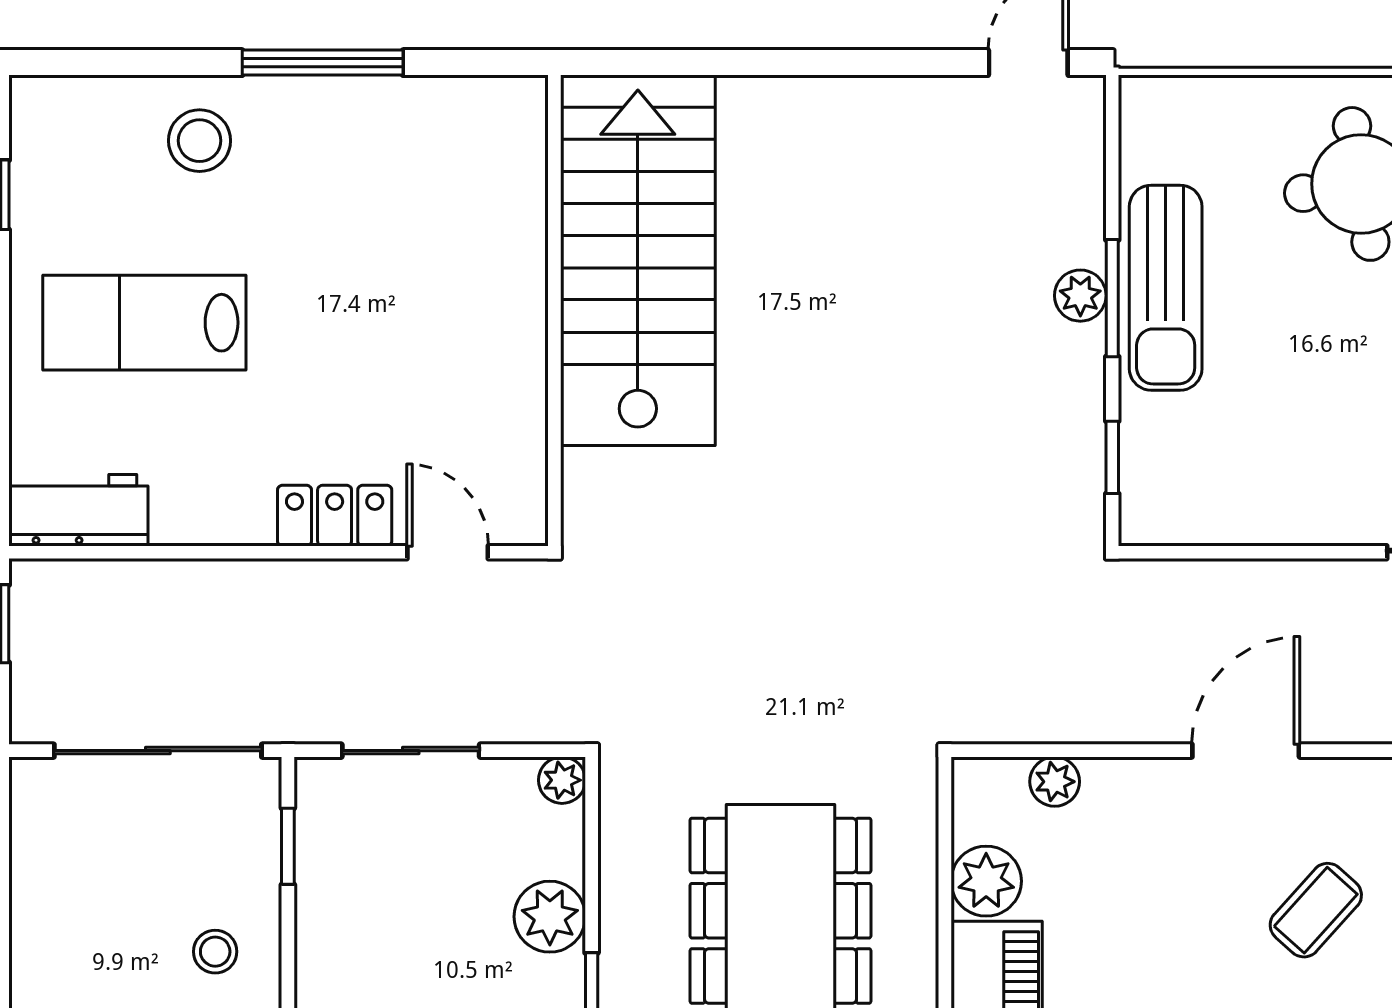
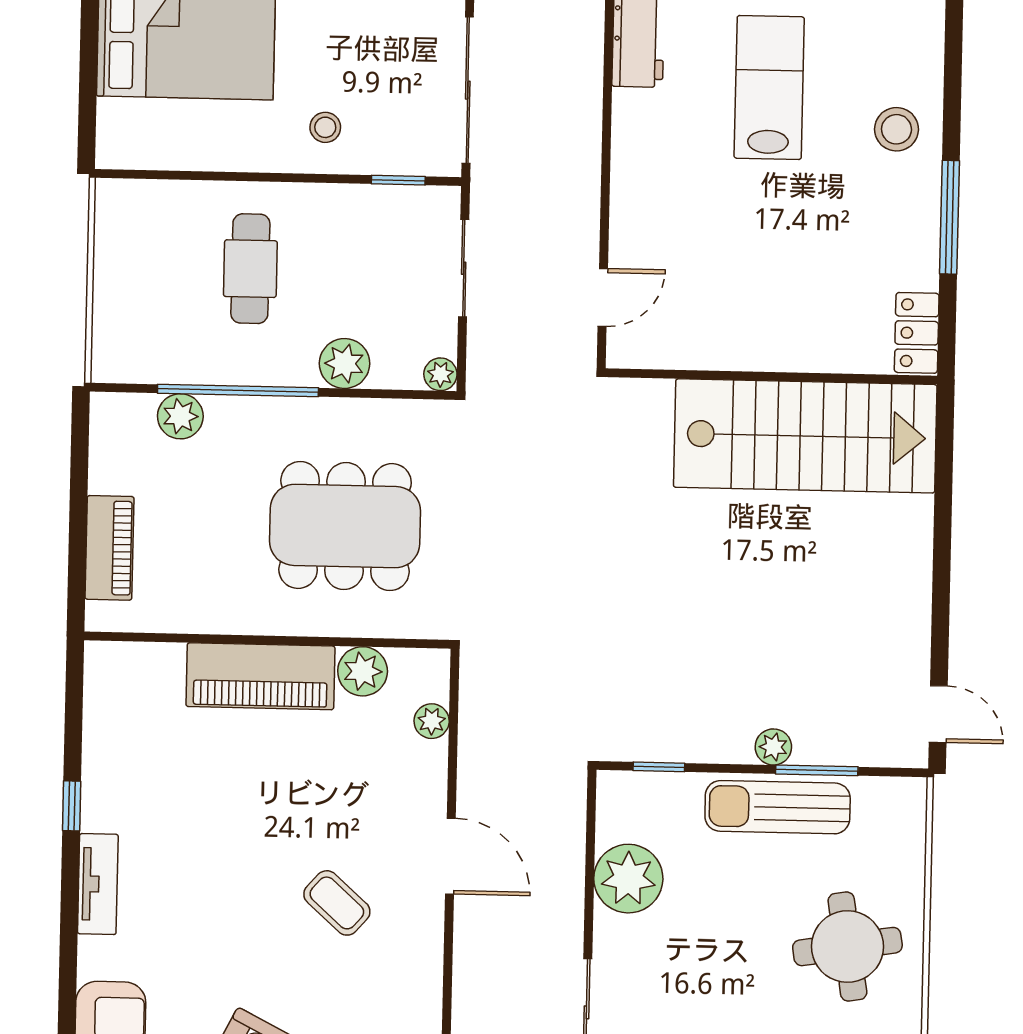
window: (1112, 298) -> (817, 770), moved
plant: (1272, 497) -> (628, 879), added
locker: (335, 516) -> (917, 333), moved, turned 180

